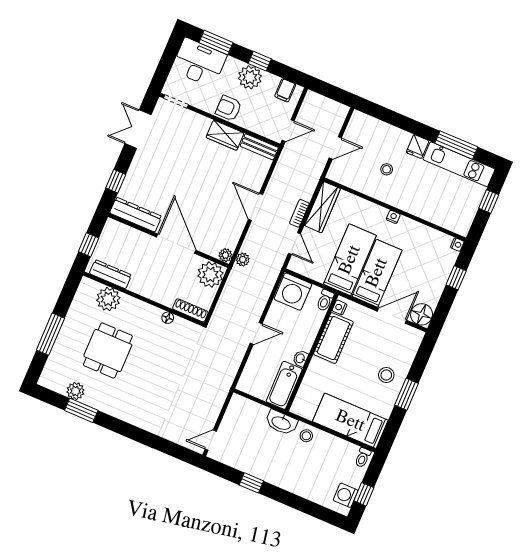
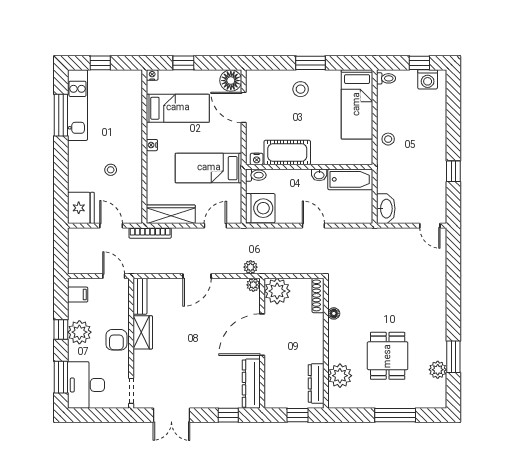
fridge: (418, 147) -> (81, 208), moved, width x1.88, depth x1.34
bookcase: (299, 213) -> (150, 233), moved, width x1.56
bed: (377, 273) -> (178, 108), moved, turned 180
dining table: (108, 351) -> (388, 356), turned 90
washbasin: (281, 423) -> (386, 209), moved

